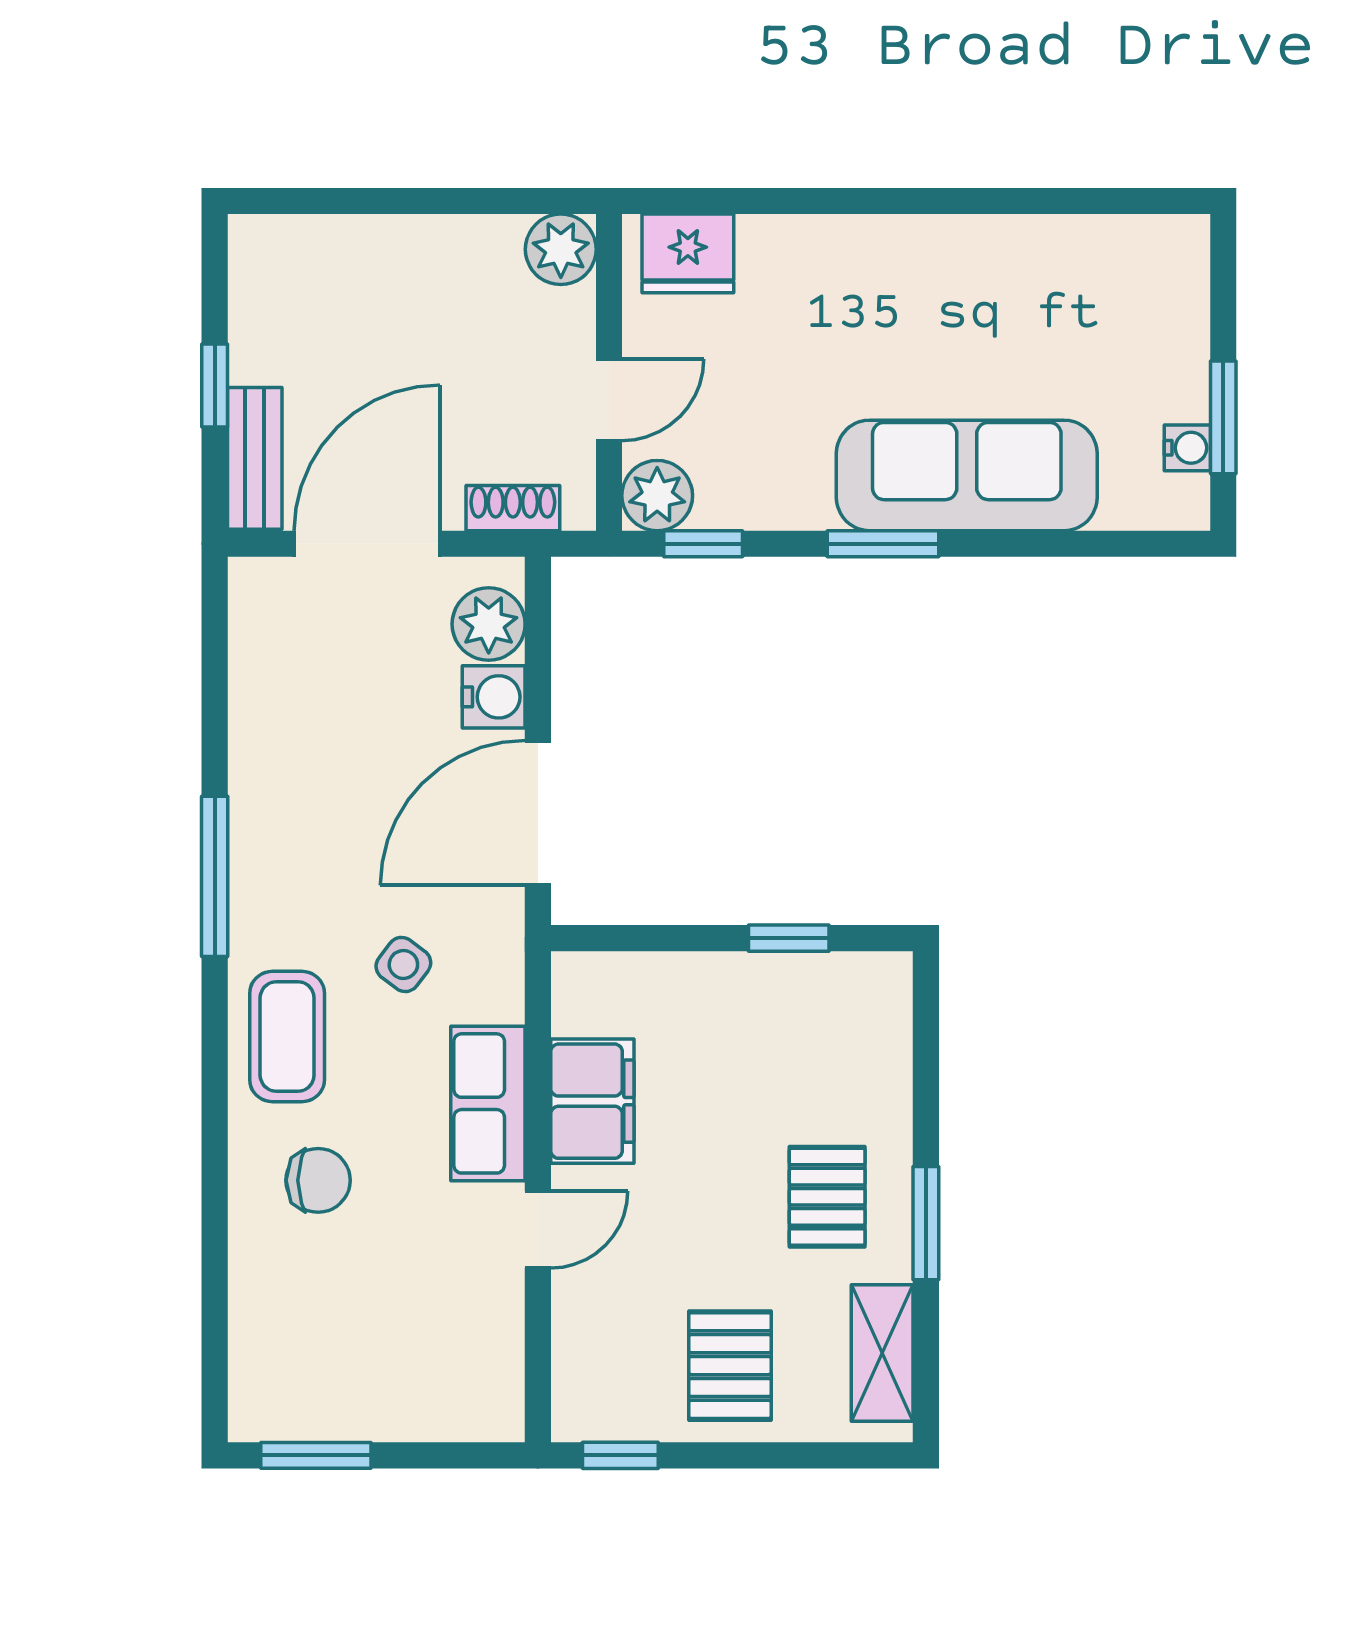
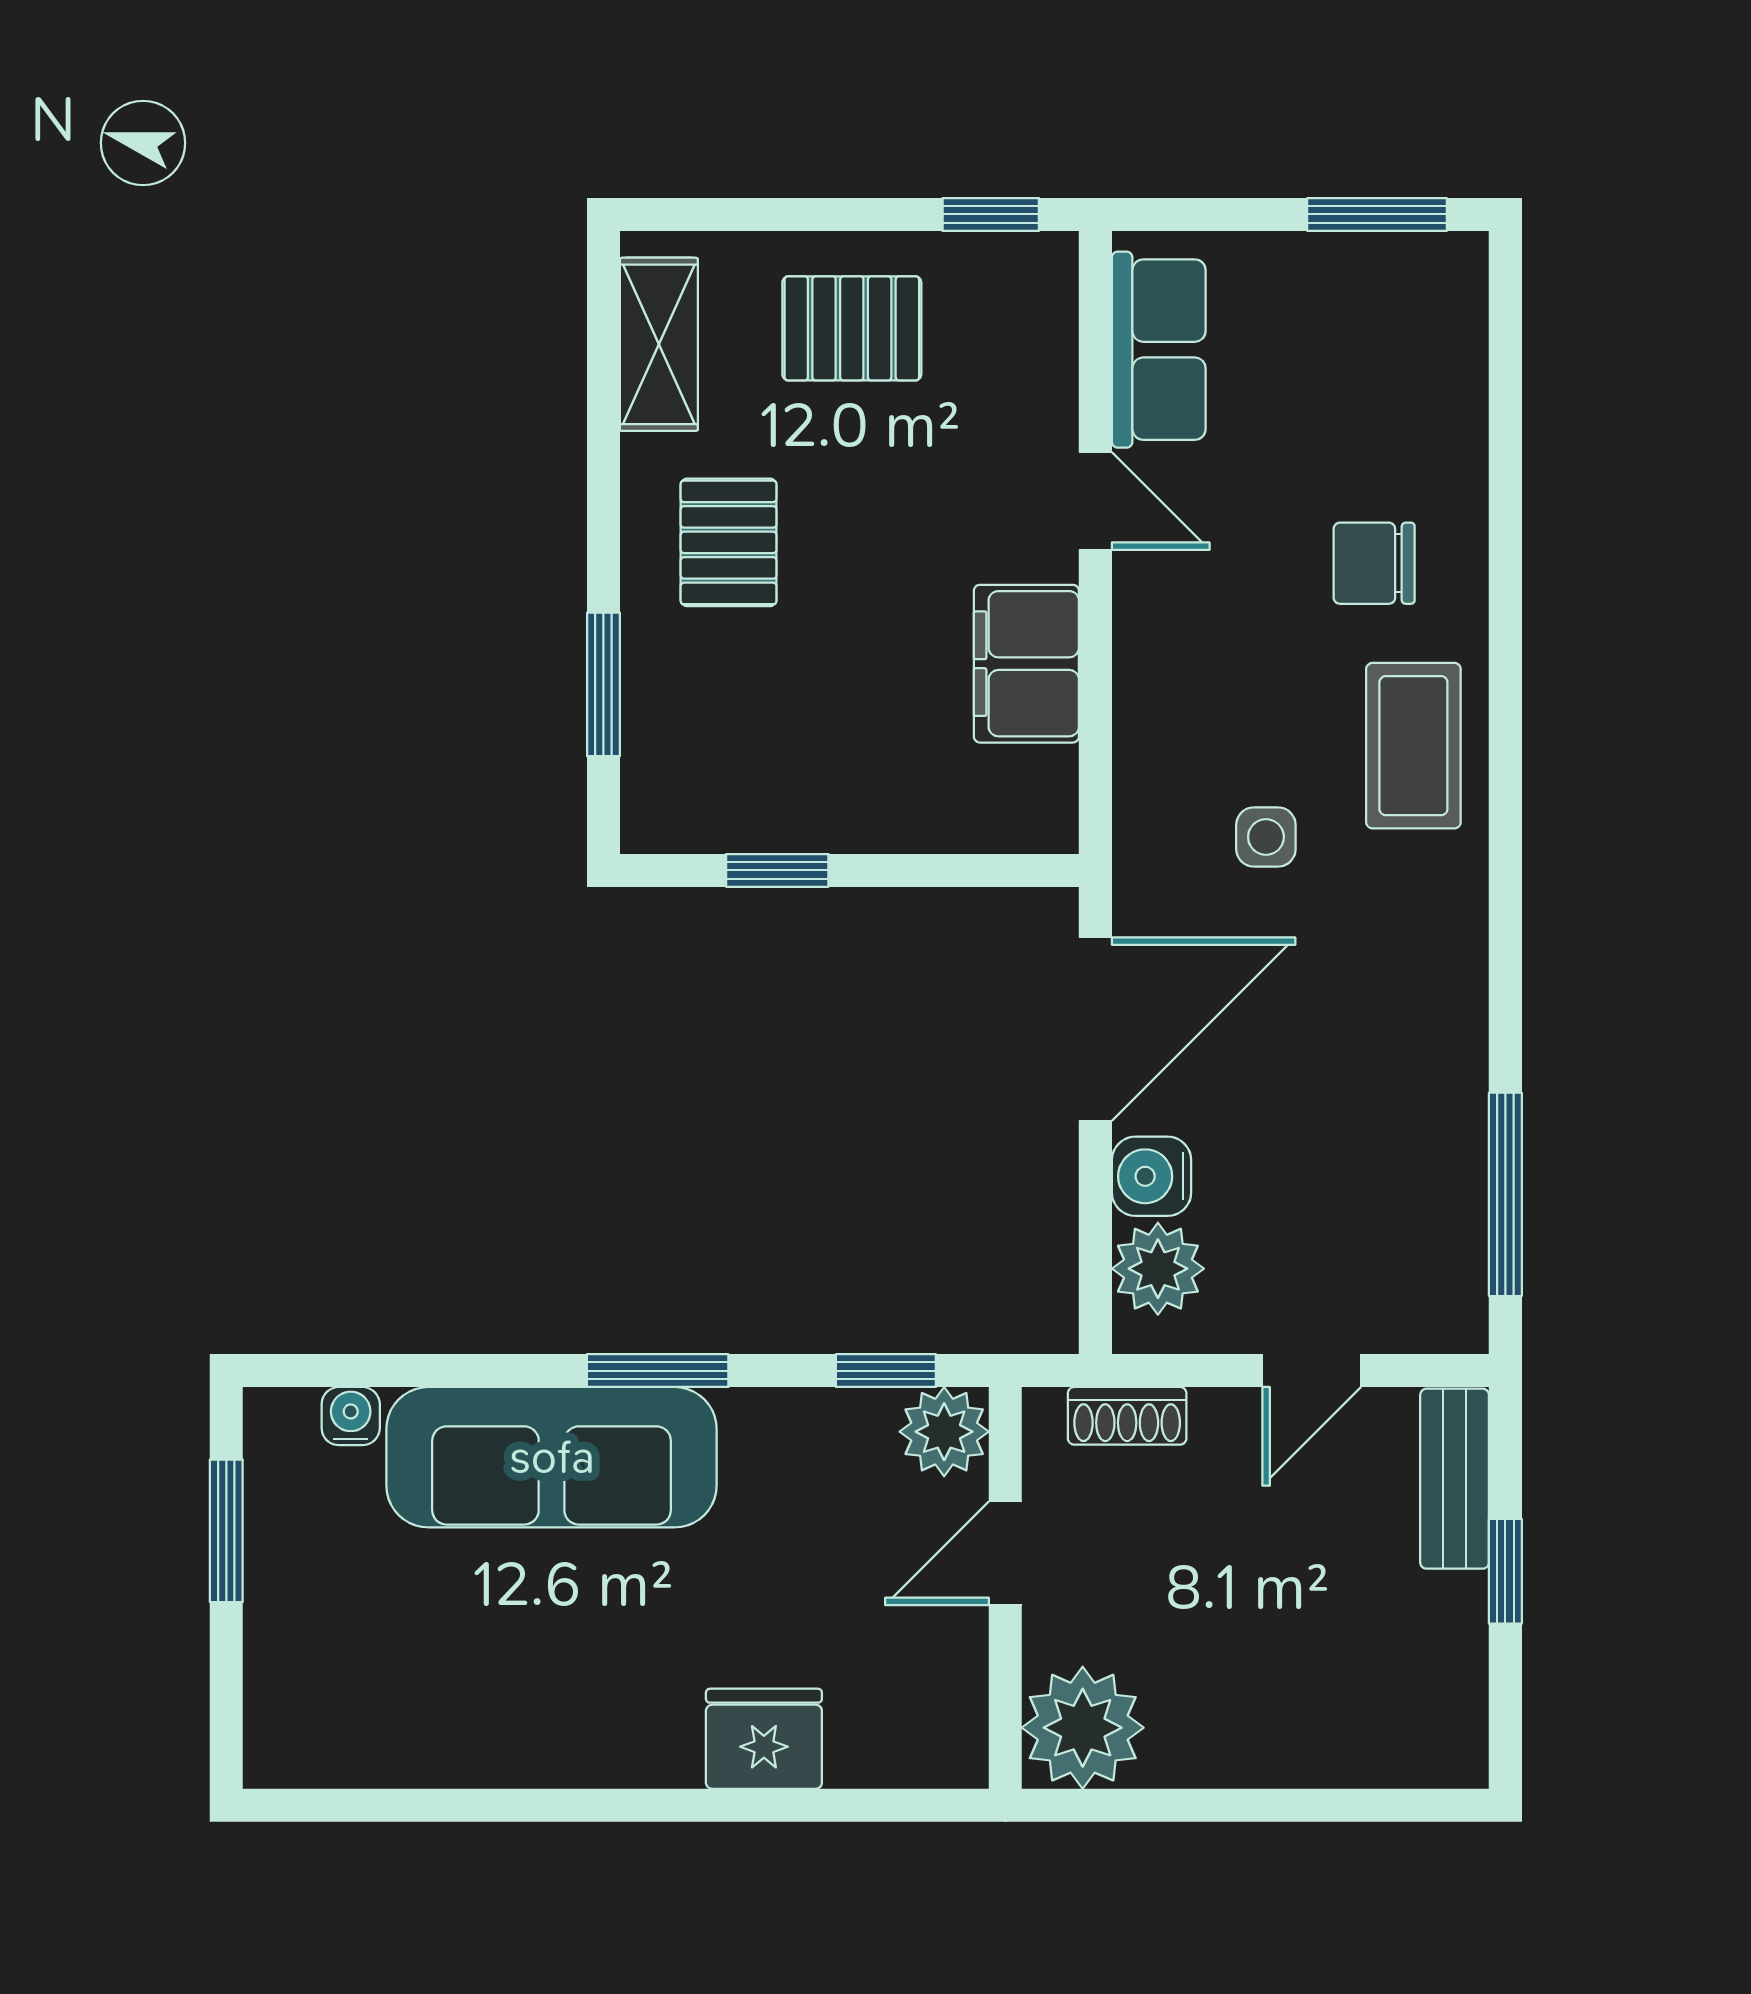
plant: (561, 249) -> (1083, 1728), width x1.36, depth x1.36
fridge: (688, 253) -> (764, 1739), moved
water cooler: (1187, 448) -> (351, 1416), moved, turned 90
door: (367, 544) -> (1312, 1371), width x0.53
window: (215, 876) -> (1505, 1194), moved
side table: (403, 964) -> (1266, 837), turned -37
row of seats: (488, 1103) -> (1159, 350), moved
window: (926, 1223) -> (603, 684), moved
door: (538, 1229) -> (1095, 501), swing flipped
pallet: (730, 1366) -> (852, 328), turned 90

